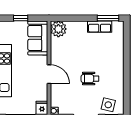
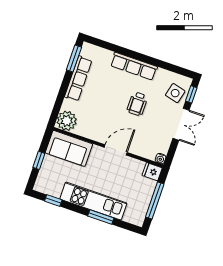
row of seats: (100, 27) -> (78, 79), width x1.48
row of seats: (118, 66) -> (134, 66), added

